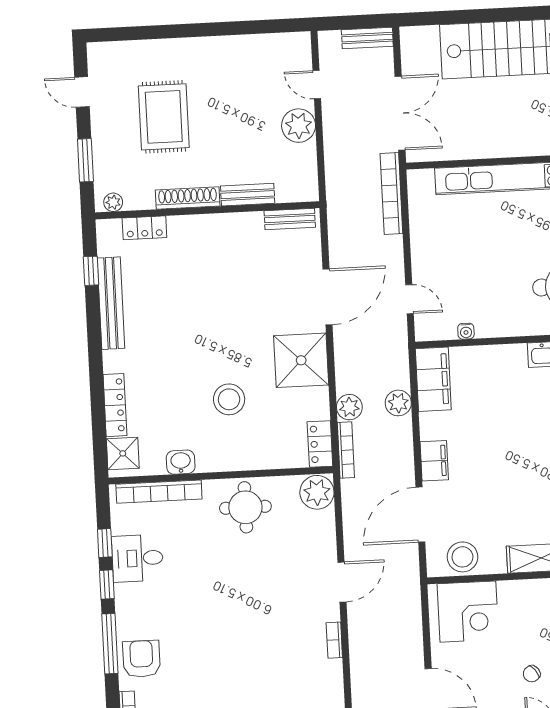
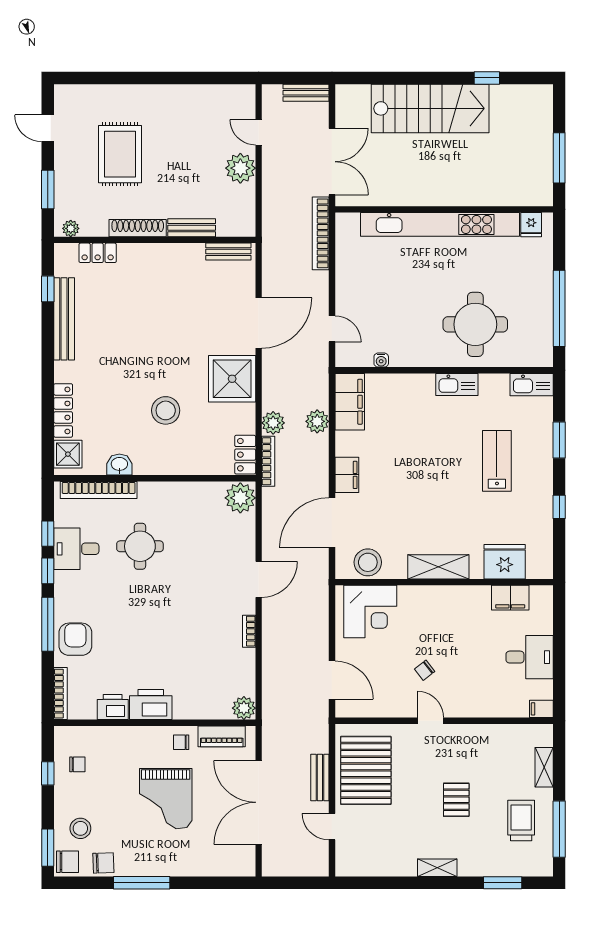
round table: (245, 507) -> (140, 546), moved

